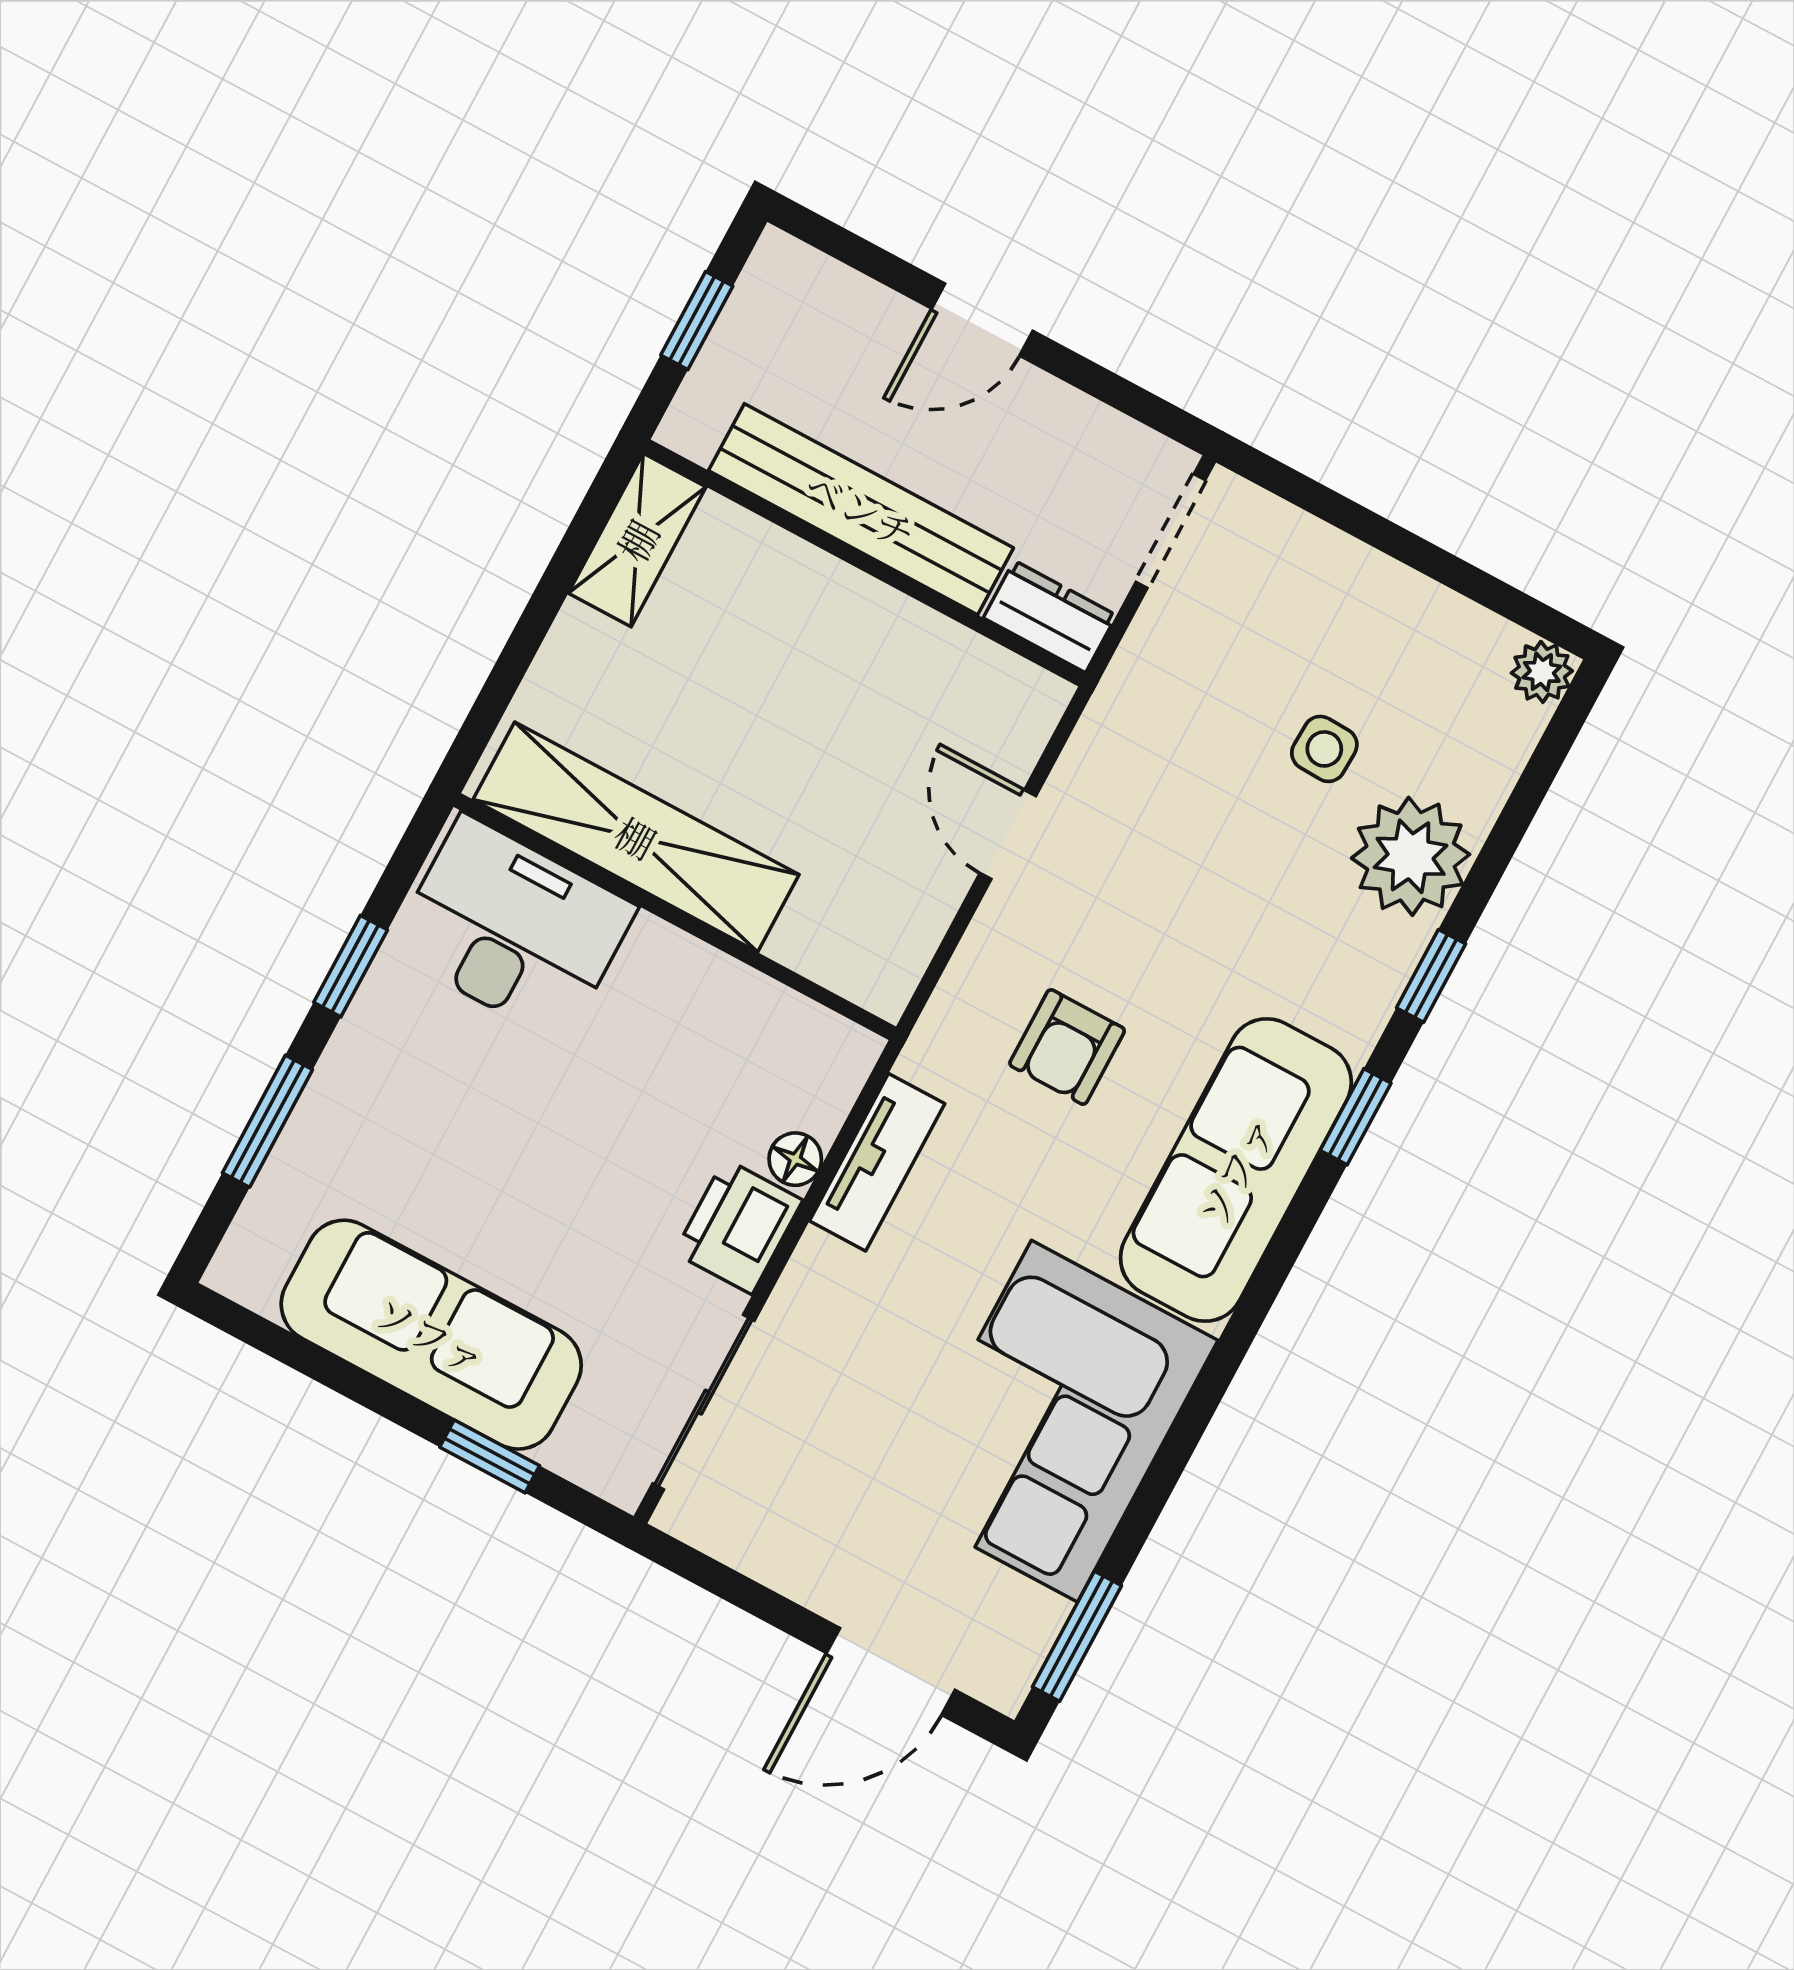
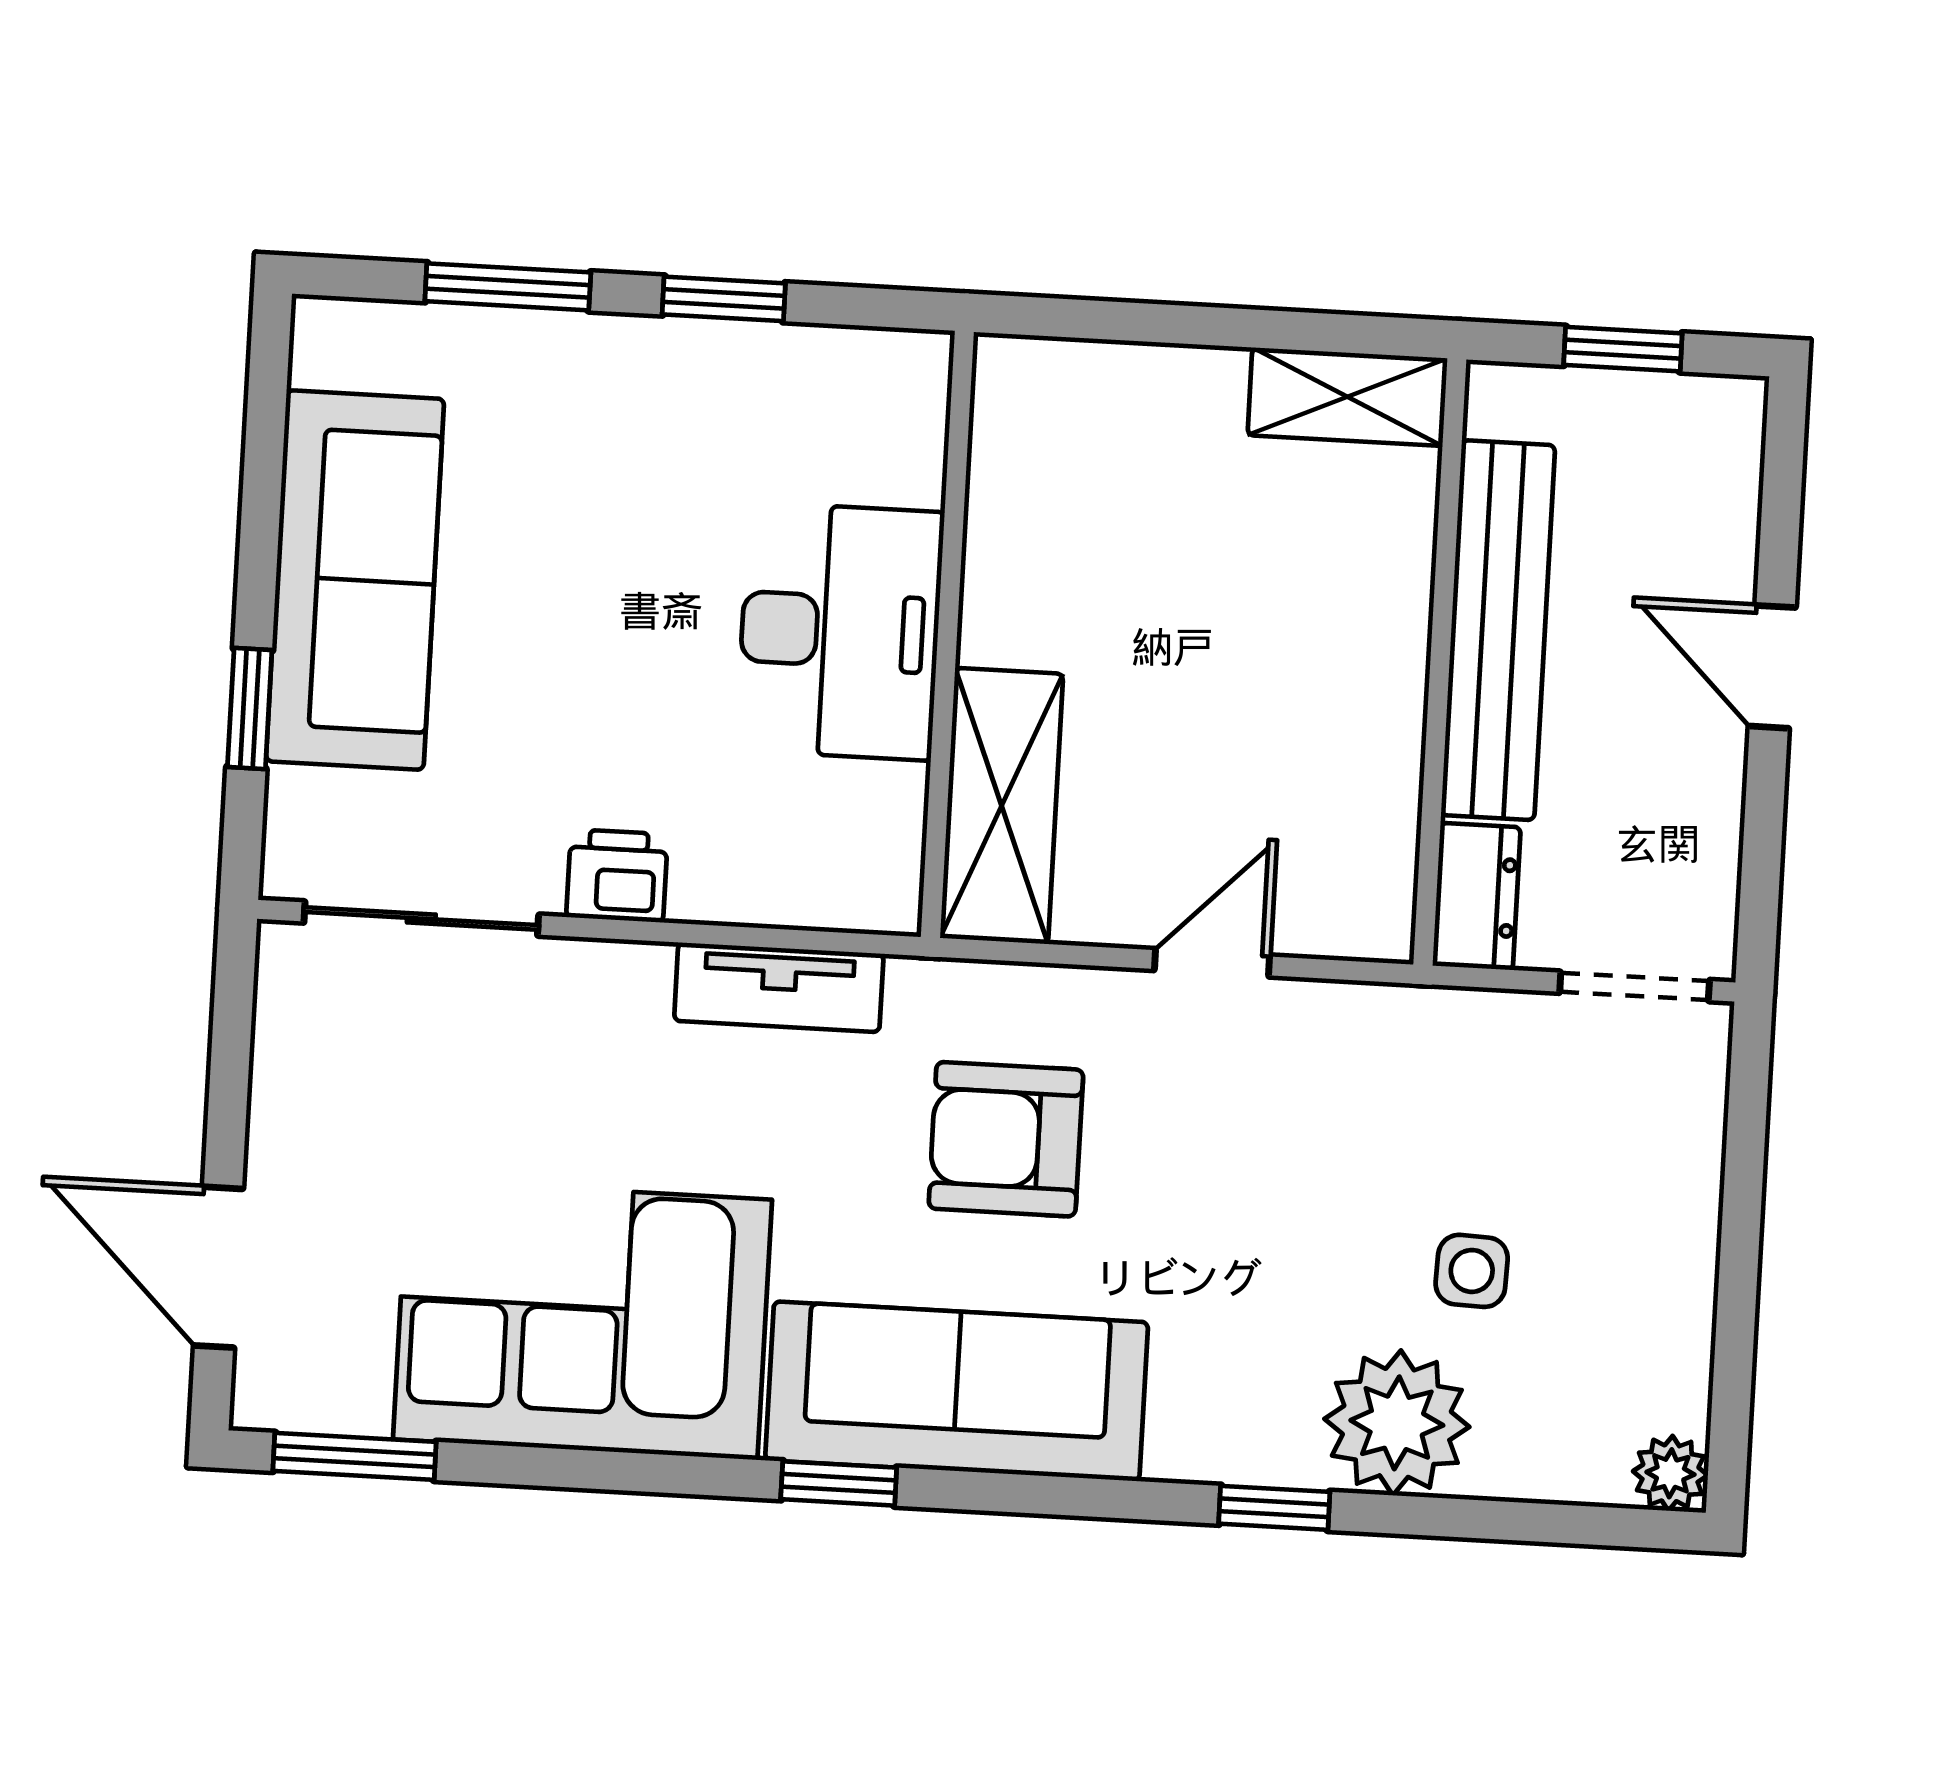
shelving: (636, 837) -> (1002, 806), moved, width x0.68
desk: (513, 929) -> (840, 631), moved
armchair: (1067, 1047) -> (1006, 1139), width x1.38, depth x1.38
window: (1356, 1117) -> (839, 1483), moved
floor lamp: (795, 1159) -> (740, 895), removed
printer: (738, 1226) -> (617, 876), width x0.73, depth x0.81

